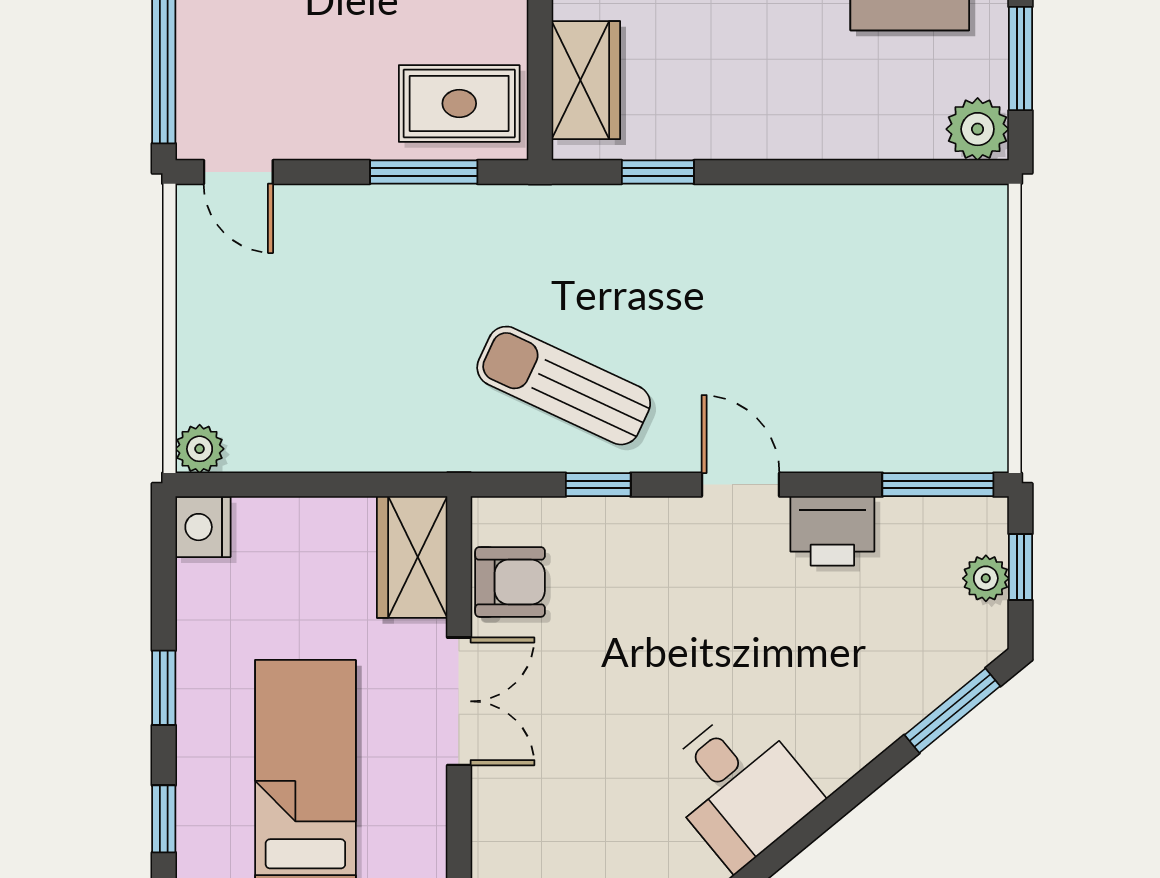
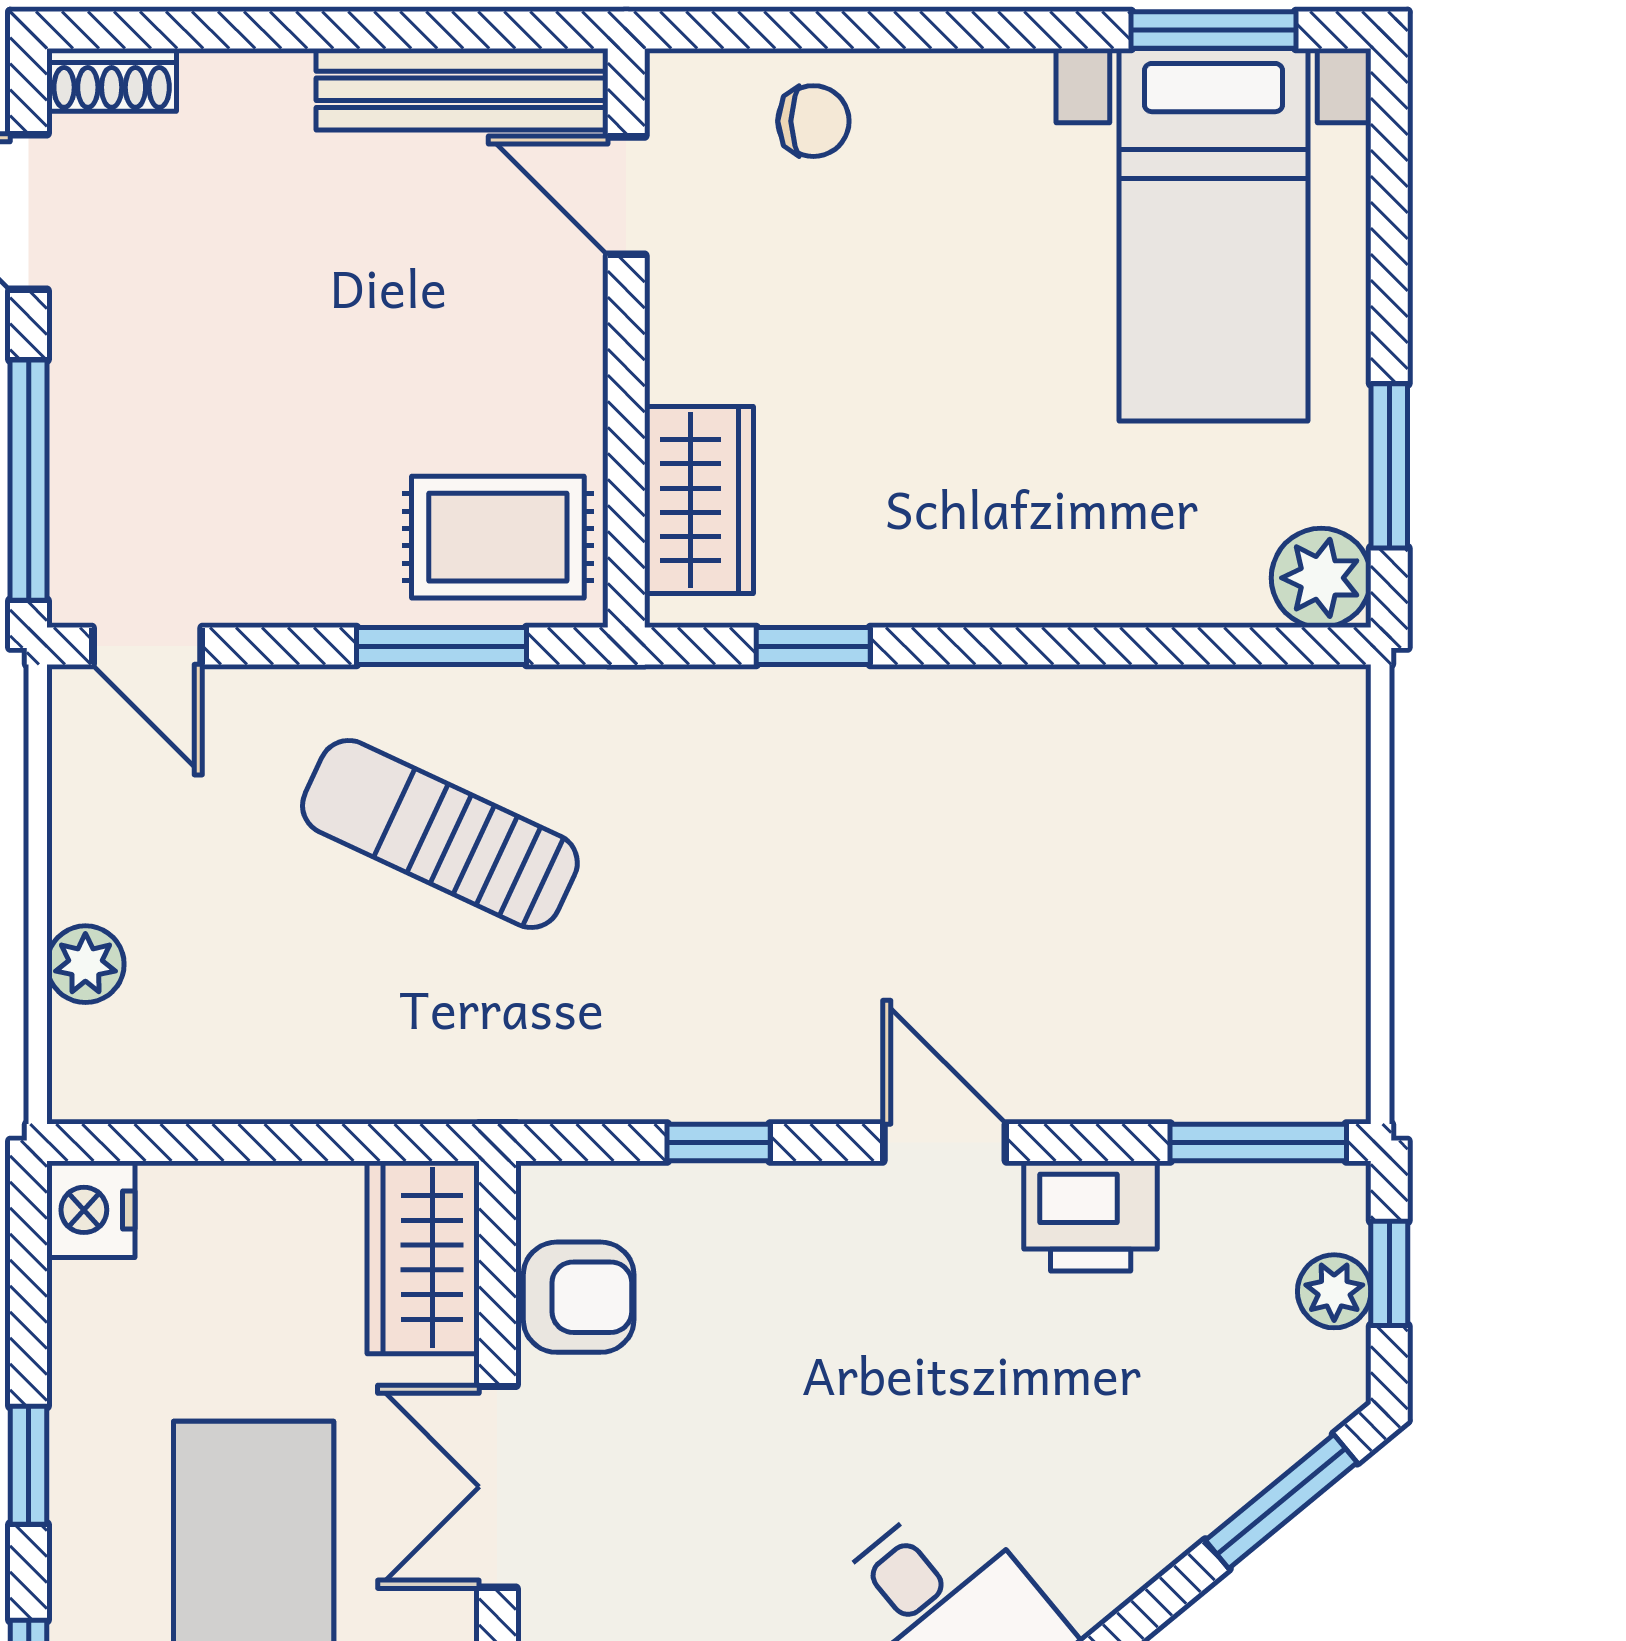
sun lounger: (564, 386) -> (440, 834), moved
plant: (200, 449) -> (85, 964), moved
double door: (459, 701) -> (497, 1487), swing flipped

